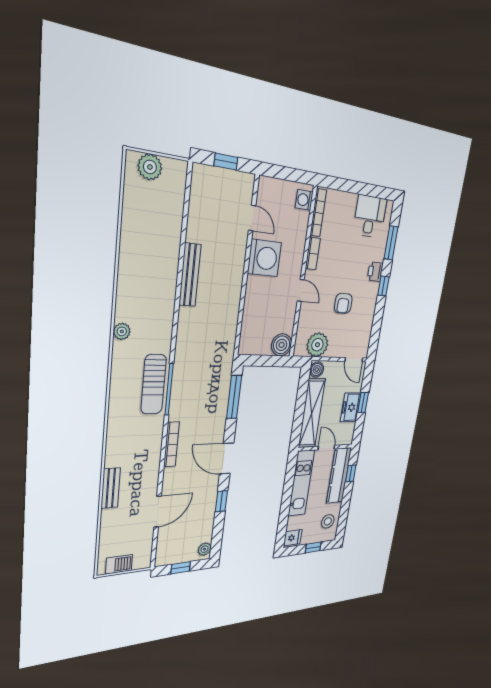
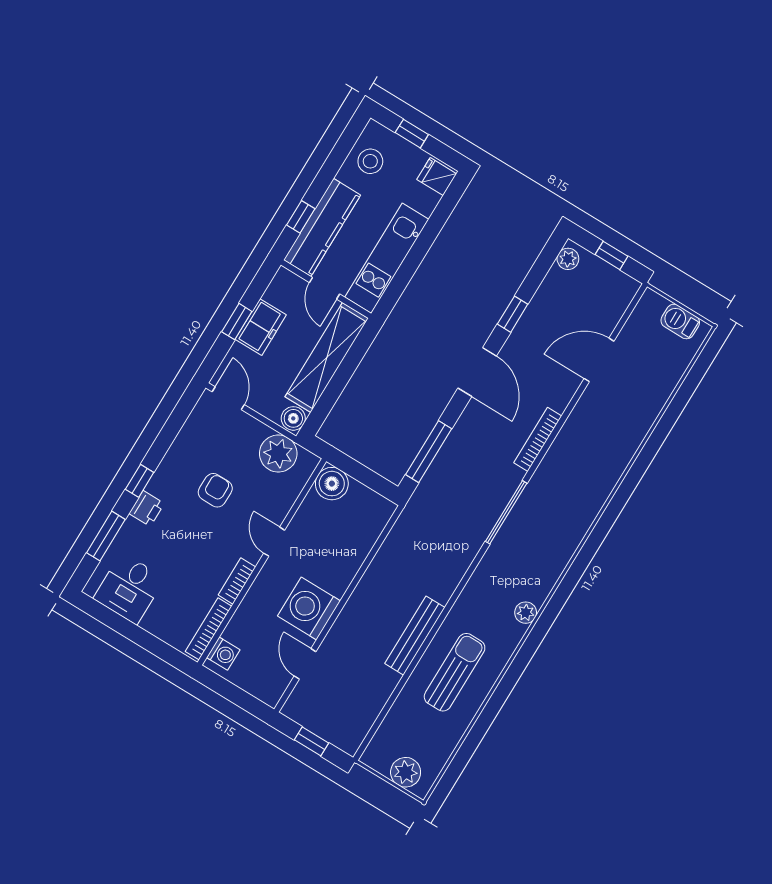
sun lounger: (154, 384) -> (455, 672), moved
bench: (111, 488) -> (636, 431), removed

